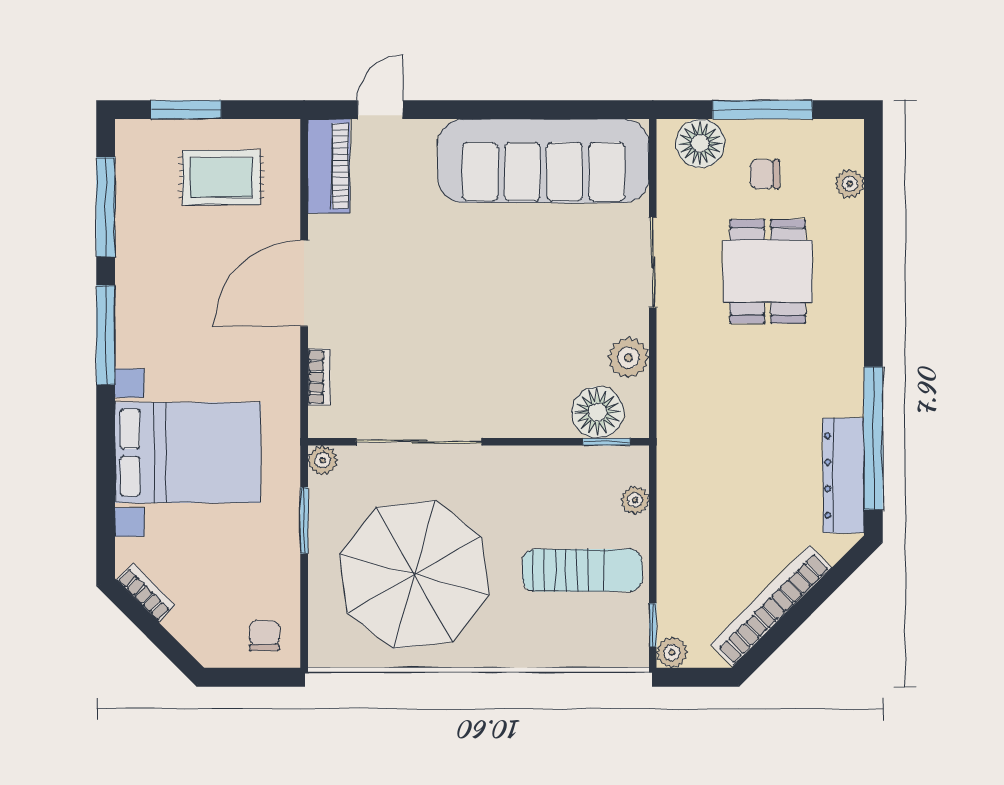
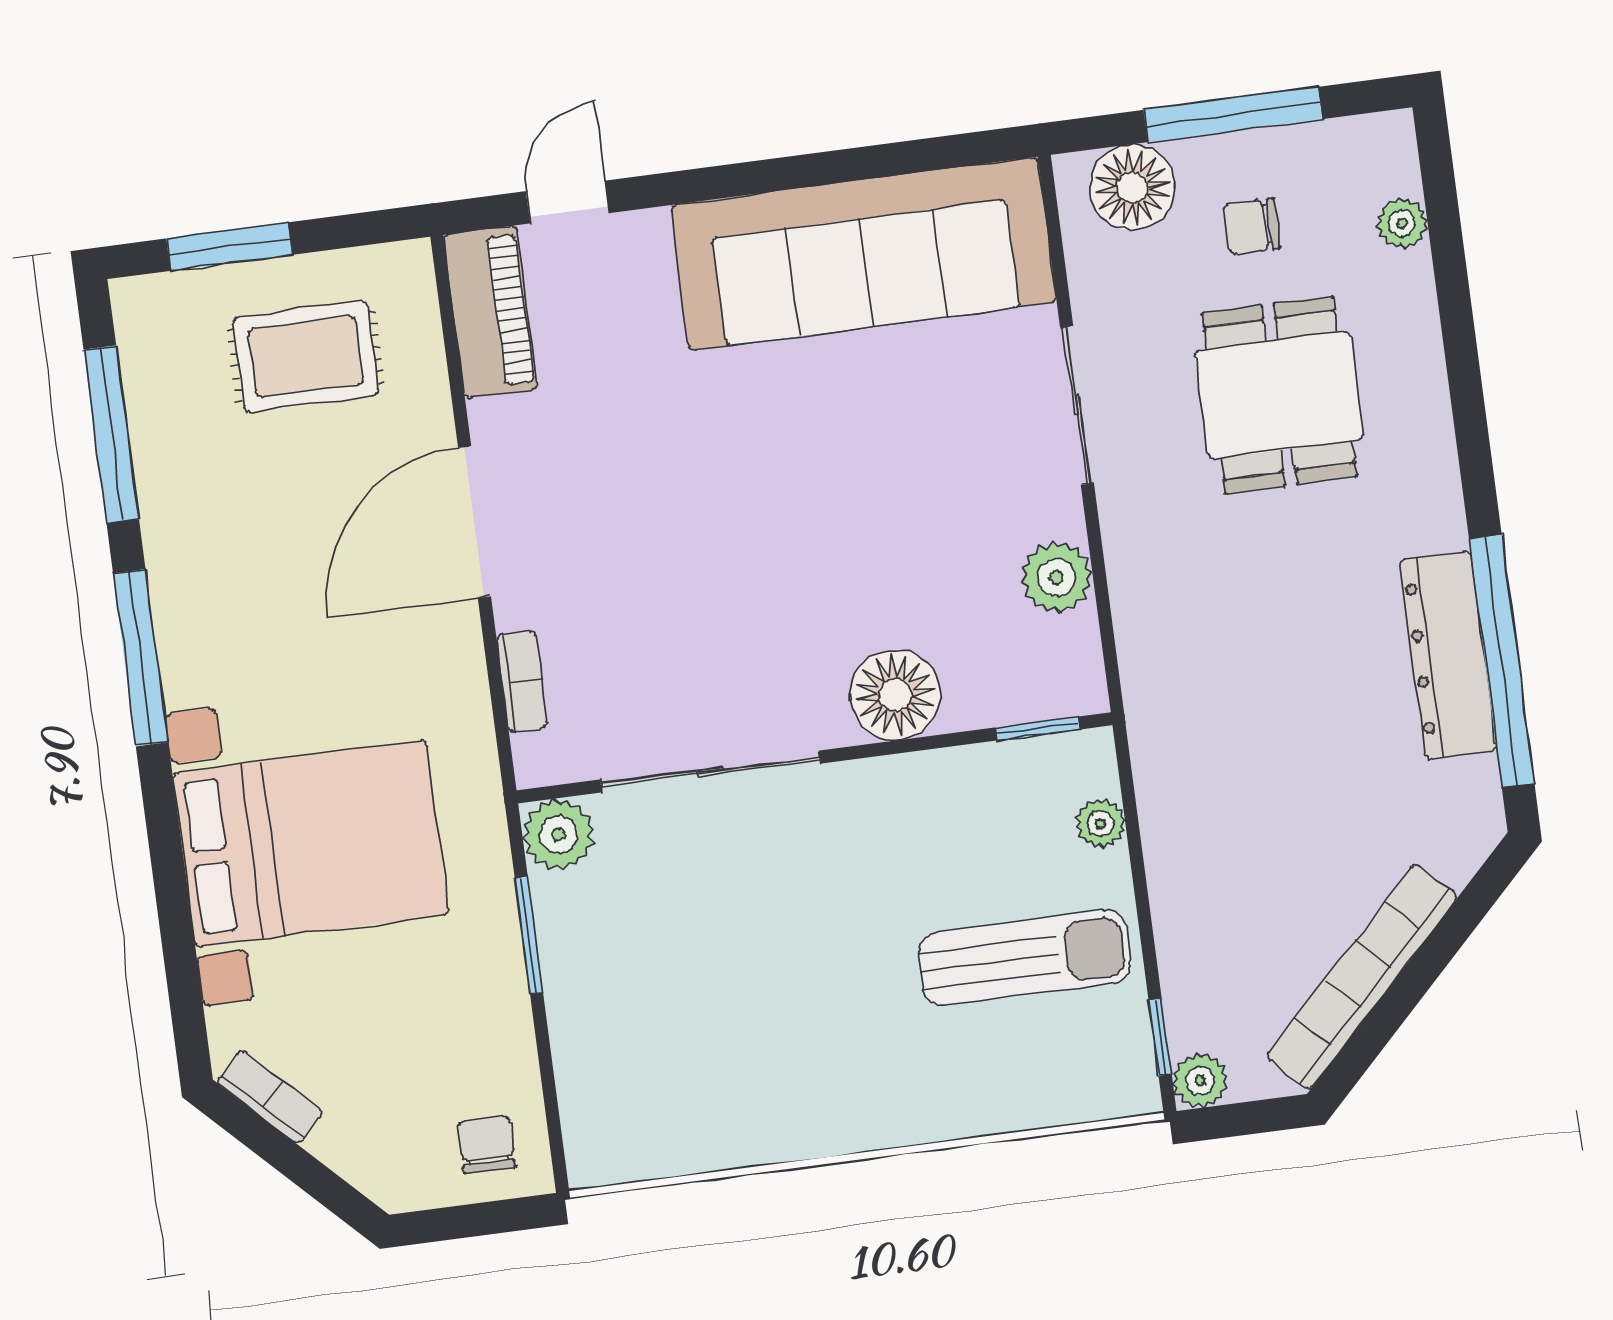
floor lamp: (598, 412) -> (895, 695), moved
plant: (323, 460) -> (559, 834), width x1.38, depth x1.38
dresser: (844, 476) -> (1448, 655), moved
parasol: (414, 574) -> (733, 1004), removed

